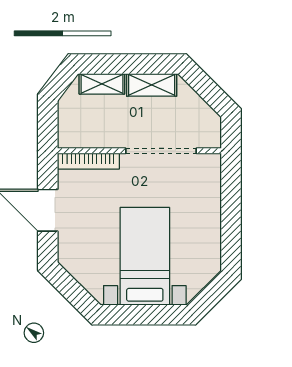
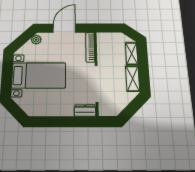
dresser: (211, 172) -> (85, 110), added
plant: (72, 263) -> (36, 40), added

